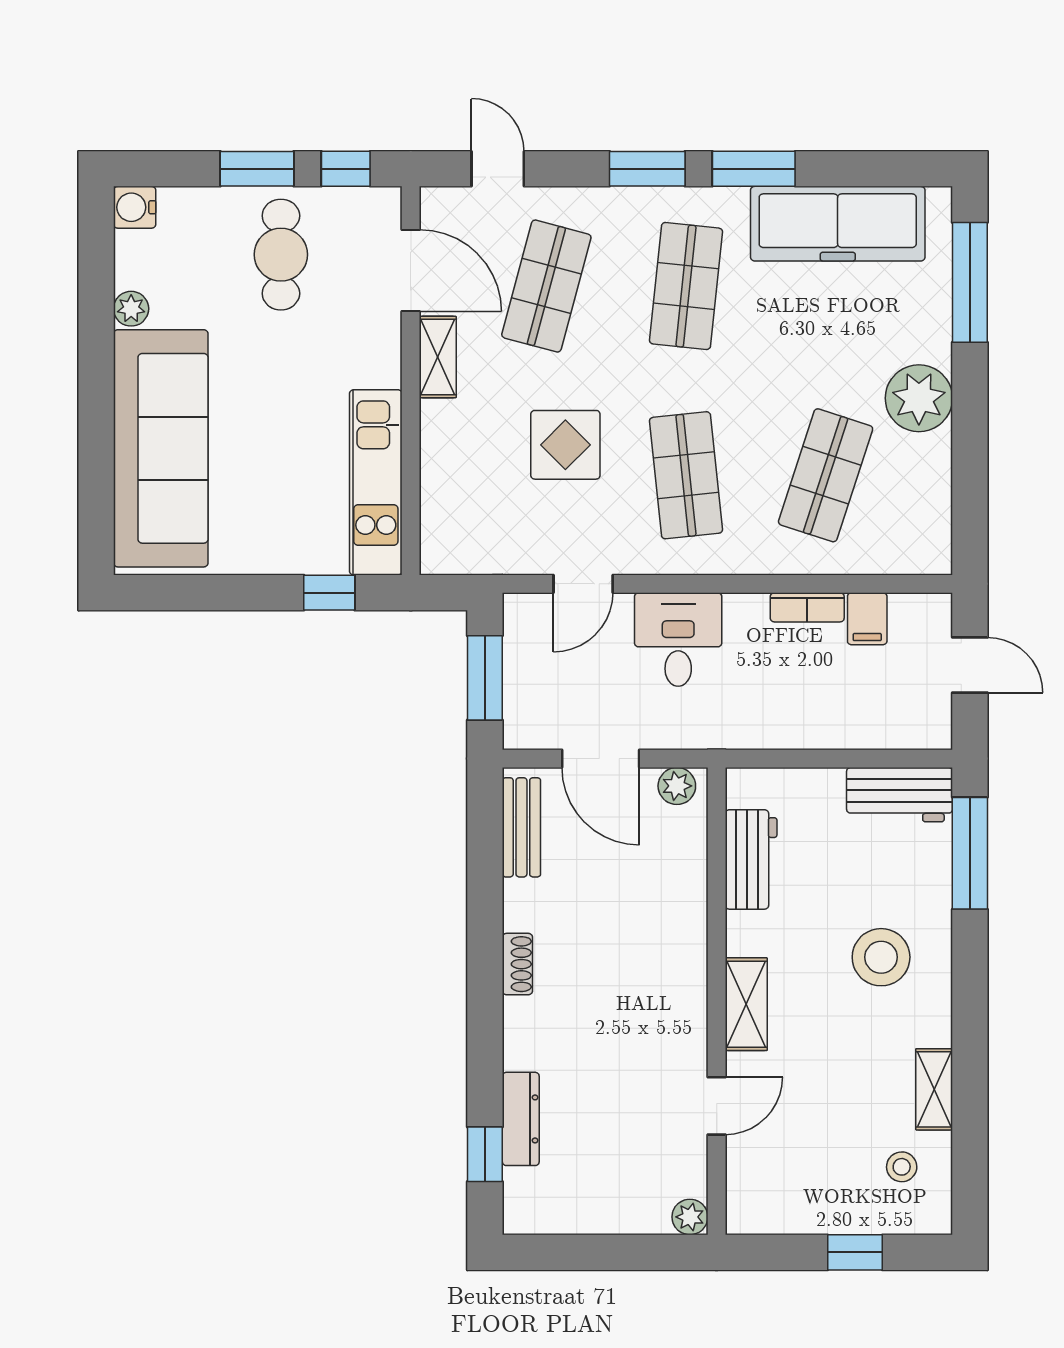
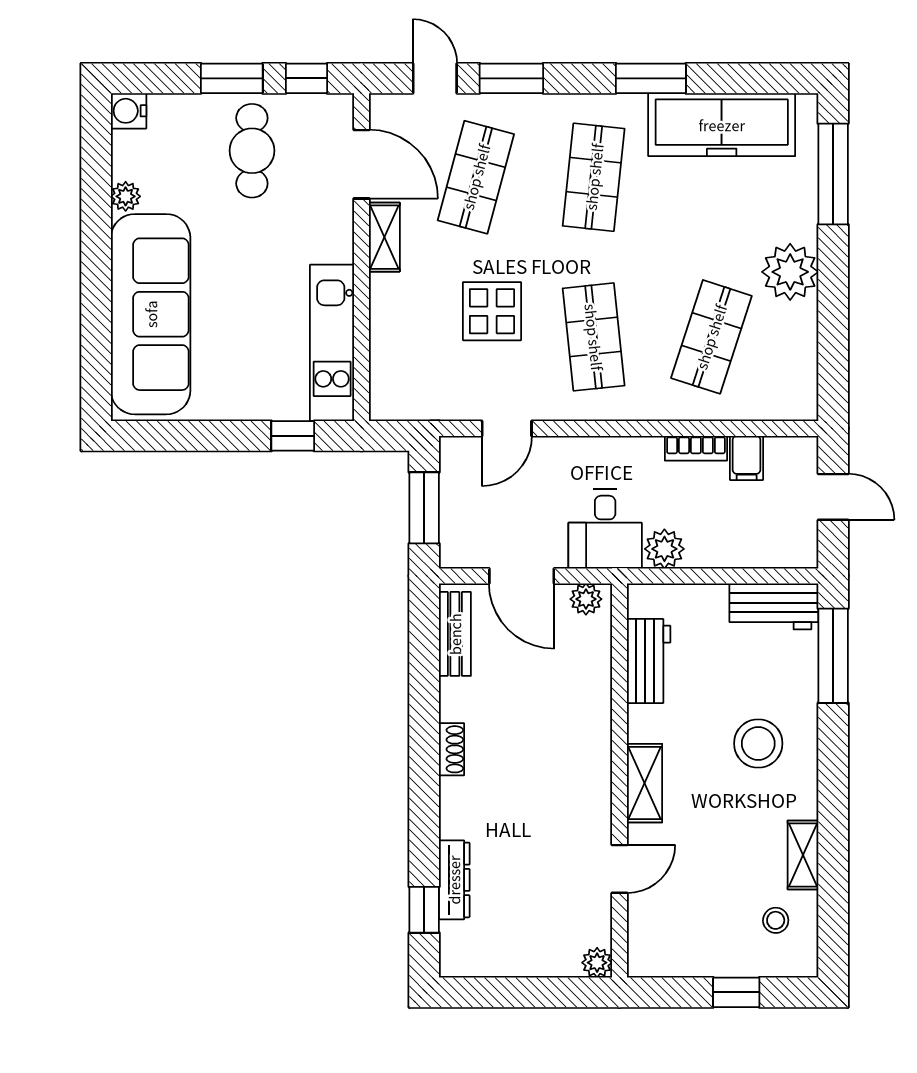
window: (647, 169) -> (511, 78), moved
desk: (678, 639) -> (605, 529), moved, turned 180
plant: (770, 727) -> (664, 549), added

